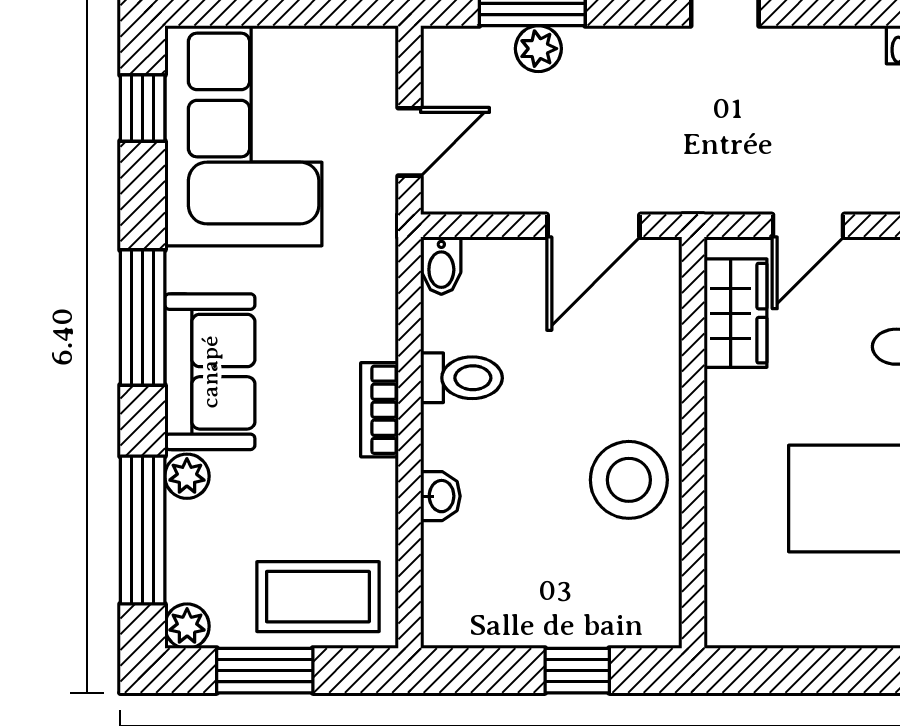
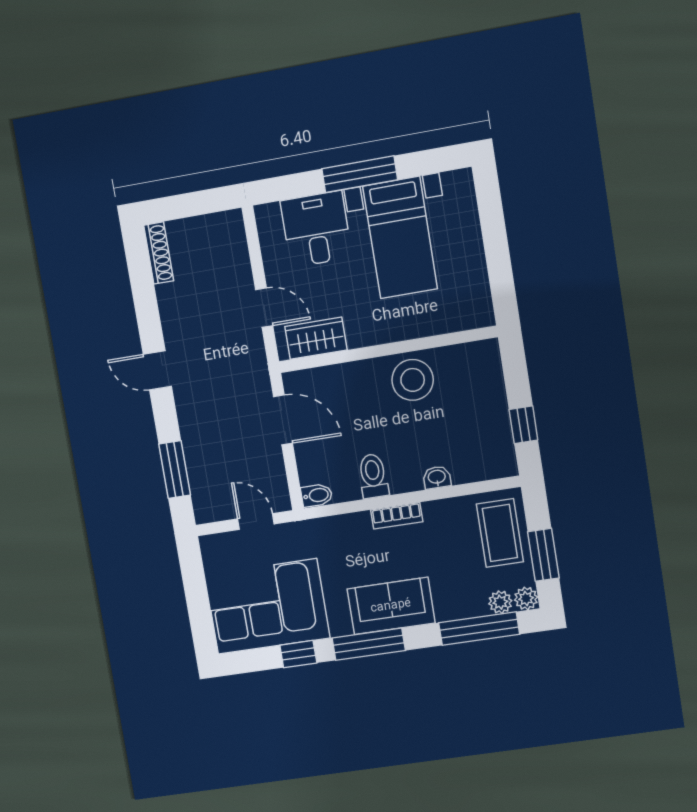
plant: (538, 49) -> (197, 463), removed
window: (143, 108) -> (298, 654), moved
plant: (187, 476) -> (500, 602), moved
window: (577, 671) -> (523, 425), moved

